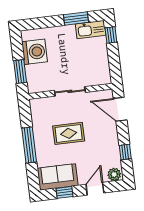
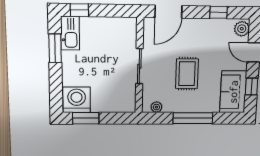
washing machine: (35, 52) -> (77, 100), moved
window: (20, 72) -> (86, 118), moved
plant: (35, 111) -> (156, 107), added

